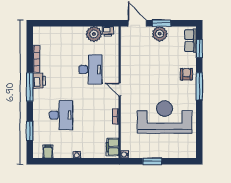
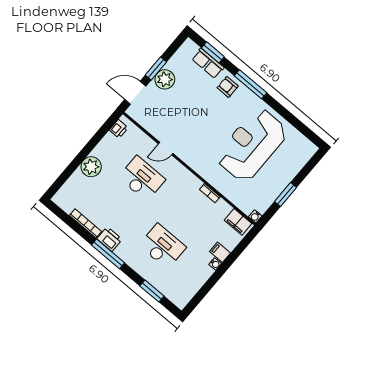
plant: (94, 34) -> (91, 167), moved
row of seats: (190, 41) -> (208, 63), moved
door: (120, 89) -> (166, 149), moved
filing cabinet: (48, 152) -> (220, 252), moved

